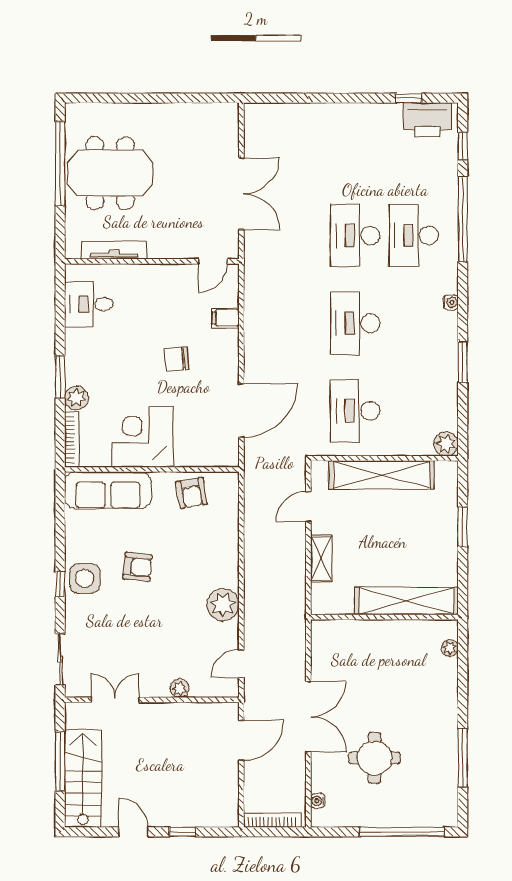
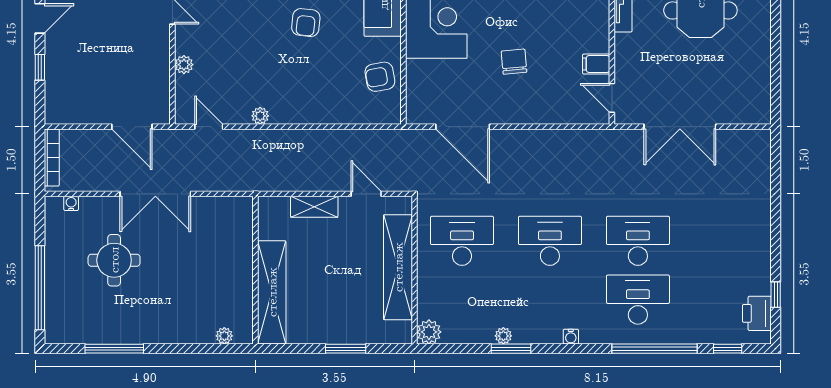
printer: (427, 120) -> (757, 313), width x0.73, depth x0.84
filing cabinet: (226, 318) -> (596, 64), moved, turned -90
plant: (450, 370) -> (503, 336), added
plant: (223, 605) -> (260, 116), width x0.53, depth x0.53

